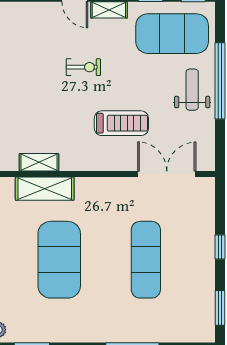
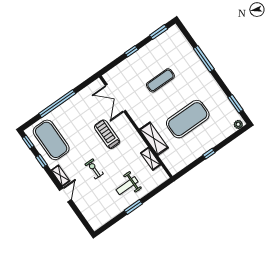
weight bench: (192, 90) -> (127, 186), moved
shelving: (45, 189) -> (154, 139), moved
exercise mat: (146, 260) -> (160, 80), width x0.73, depth x0.69

